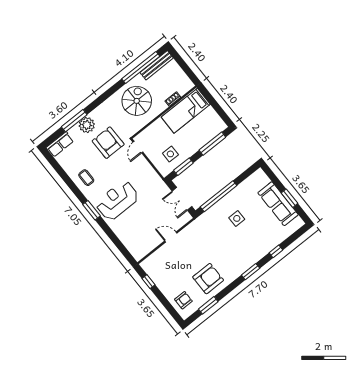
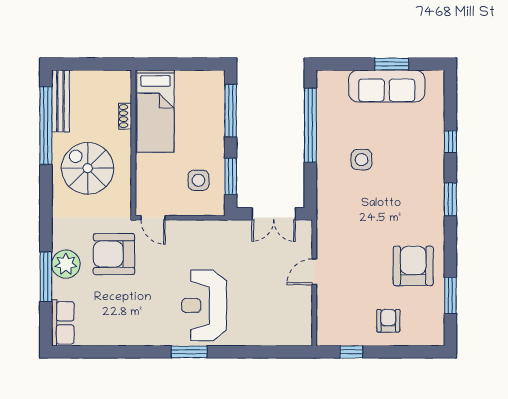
coffee table: (86, 178) -> (138, 323), removed
window: (219, 196) -> (310, 125), moved
armchair: (183, 300) -> (388, 321), moved

